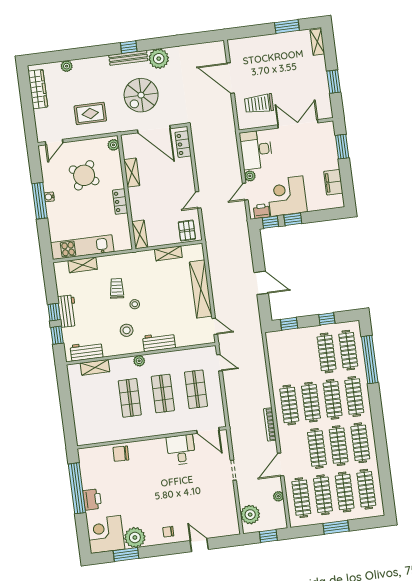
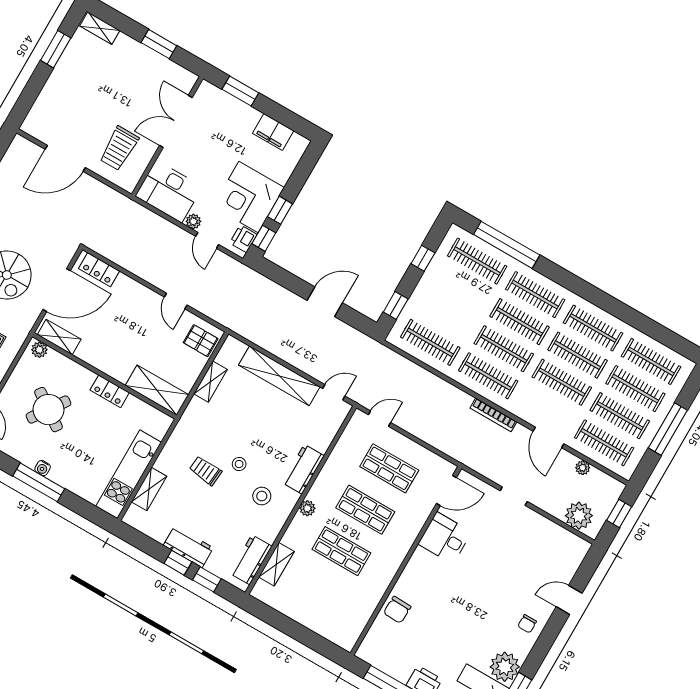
shelving: (132, 173) -> (59, 337), moved
shelving: (140, 234) -> (157, 390), width x1.50, depth x1.33
clothes rail: (327, 353) -> (430, 342), moved
window: (336, 527) -> (668, 429), width x1.44

